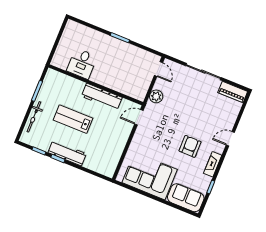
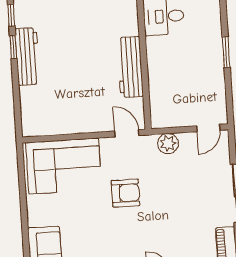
lab bench: (73, 119) -> (79, 42), removed
armchair: (190, 146) -> (126, 193), moved
corner sofa: (150, 176) -> (64, 166), moved, turned 90

